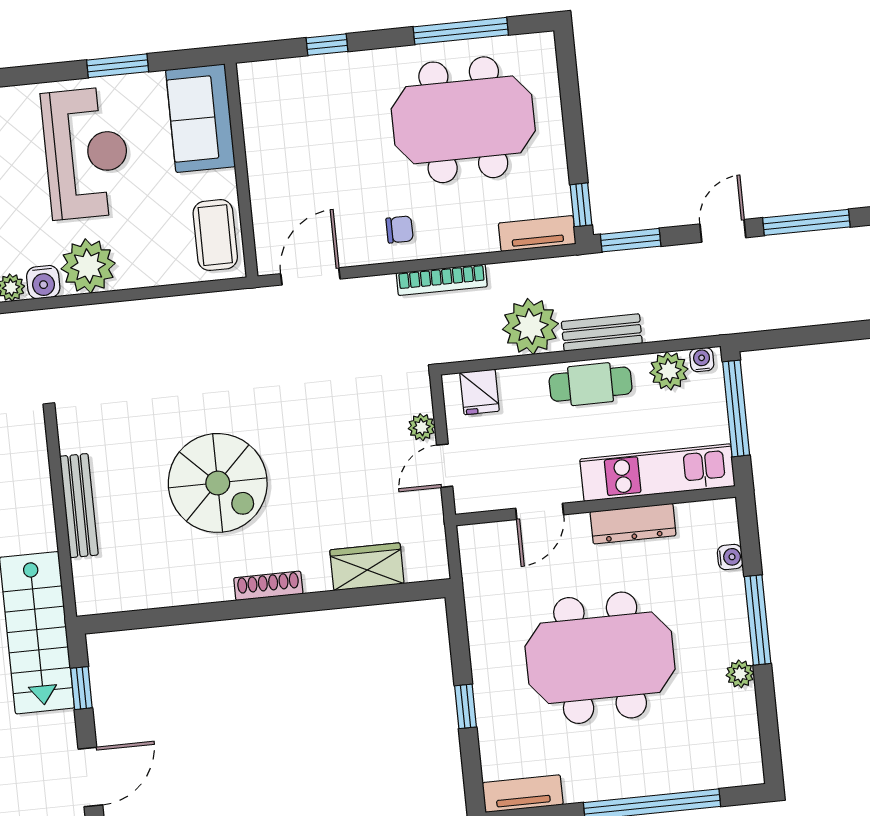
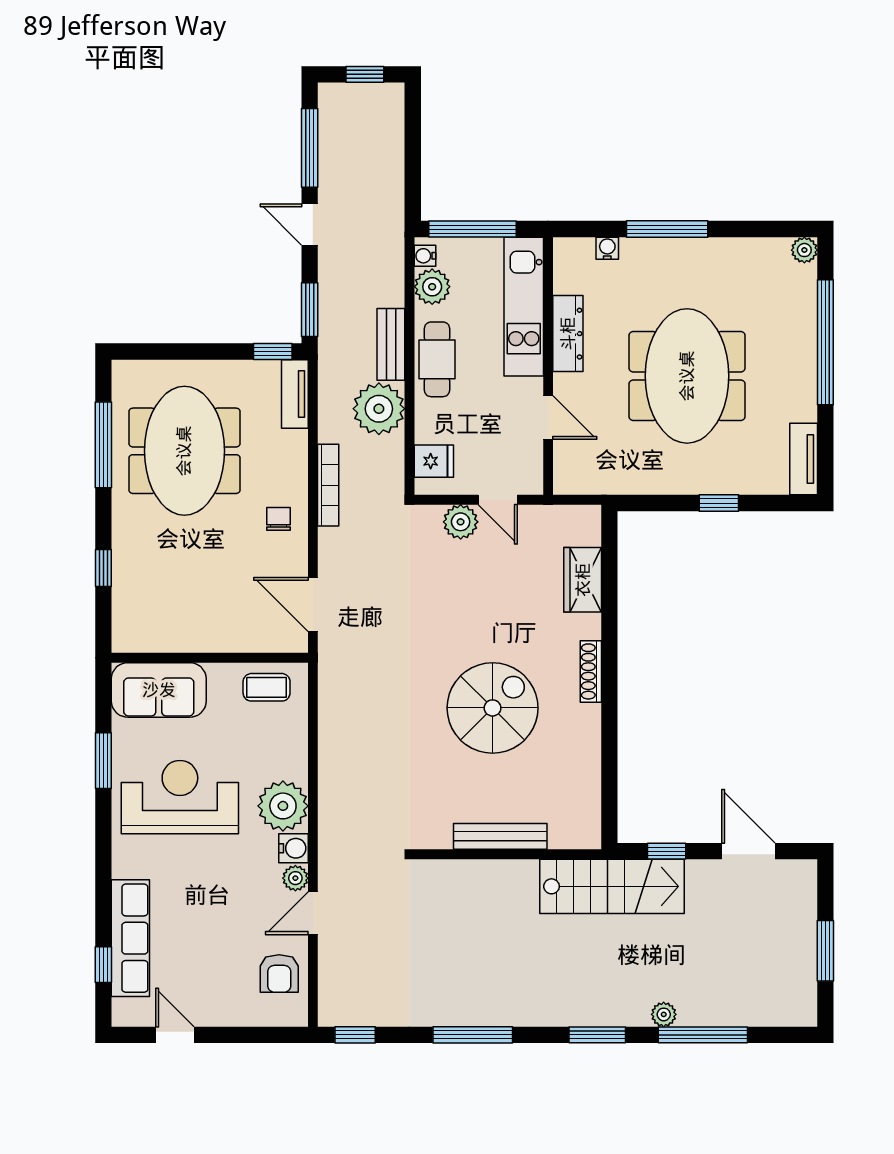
coffee table: (215, 235) -> (267, 687), width x0.73, depth x0.77
plant: (422, 427) -> (461, 522), width x1.38, depth x1.38
plant: (740, 674) -> (804, 250), moved

